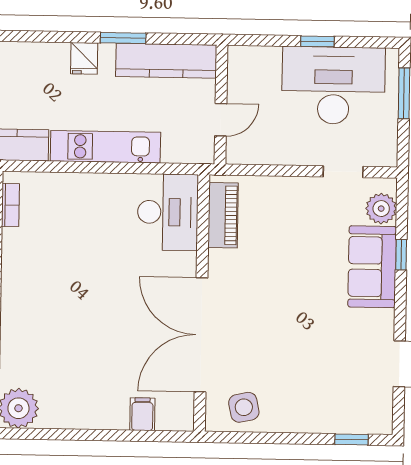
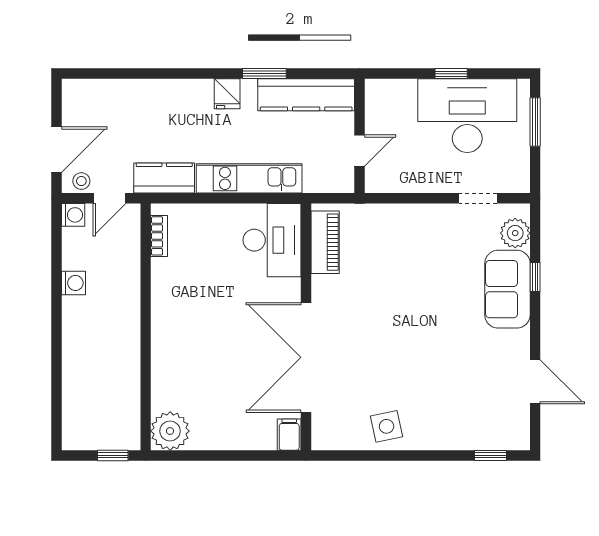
desk: (168, 212) -> (272, 240), moved
piano: (223, 215) -> (325, 242), moved
wall: (202, 303) -> (306, 327), moved
double door: (201, 335) -> (306, 357), moved

